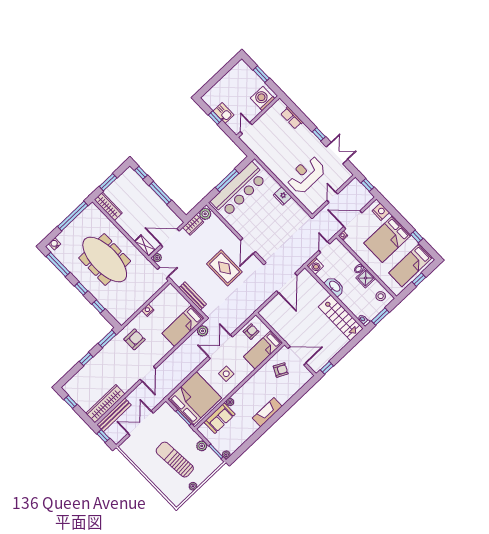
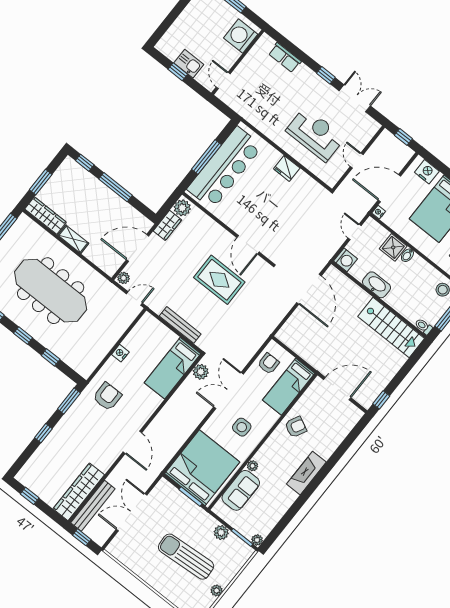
reception desk: (306, 175) -> (315, 134), turned 90
shelving: (145, 246) -> (73, 239), moved
shower: (366, 278) -> (393, 247), moved
armchair: (281, 370) -> (296, 427), moved

